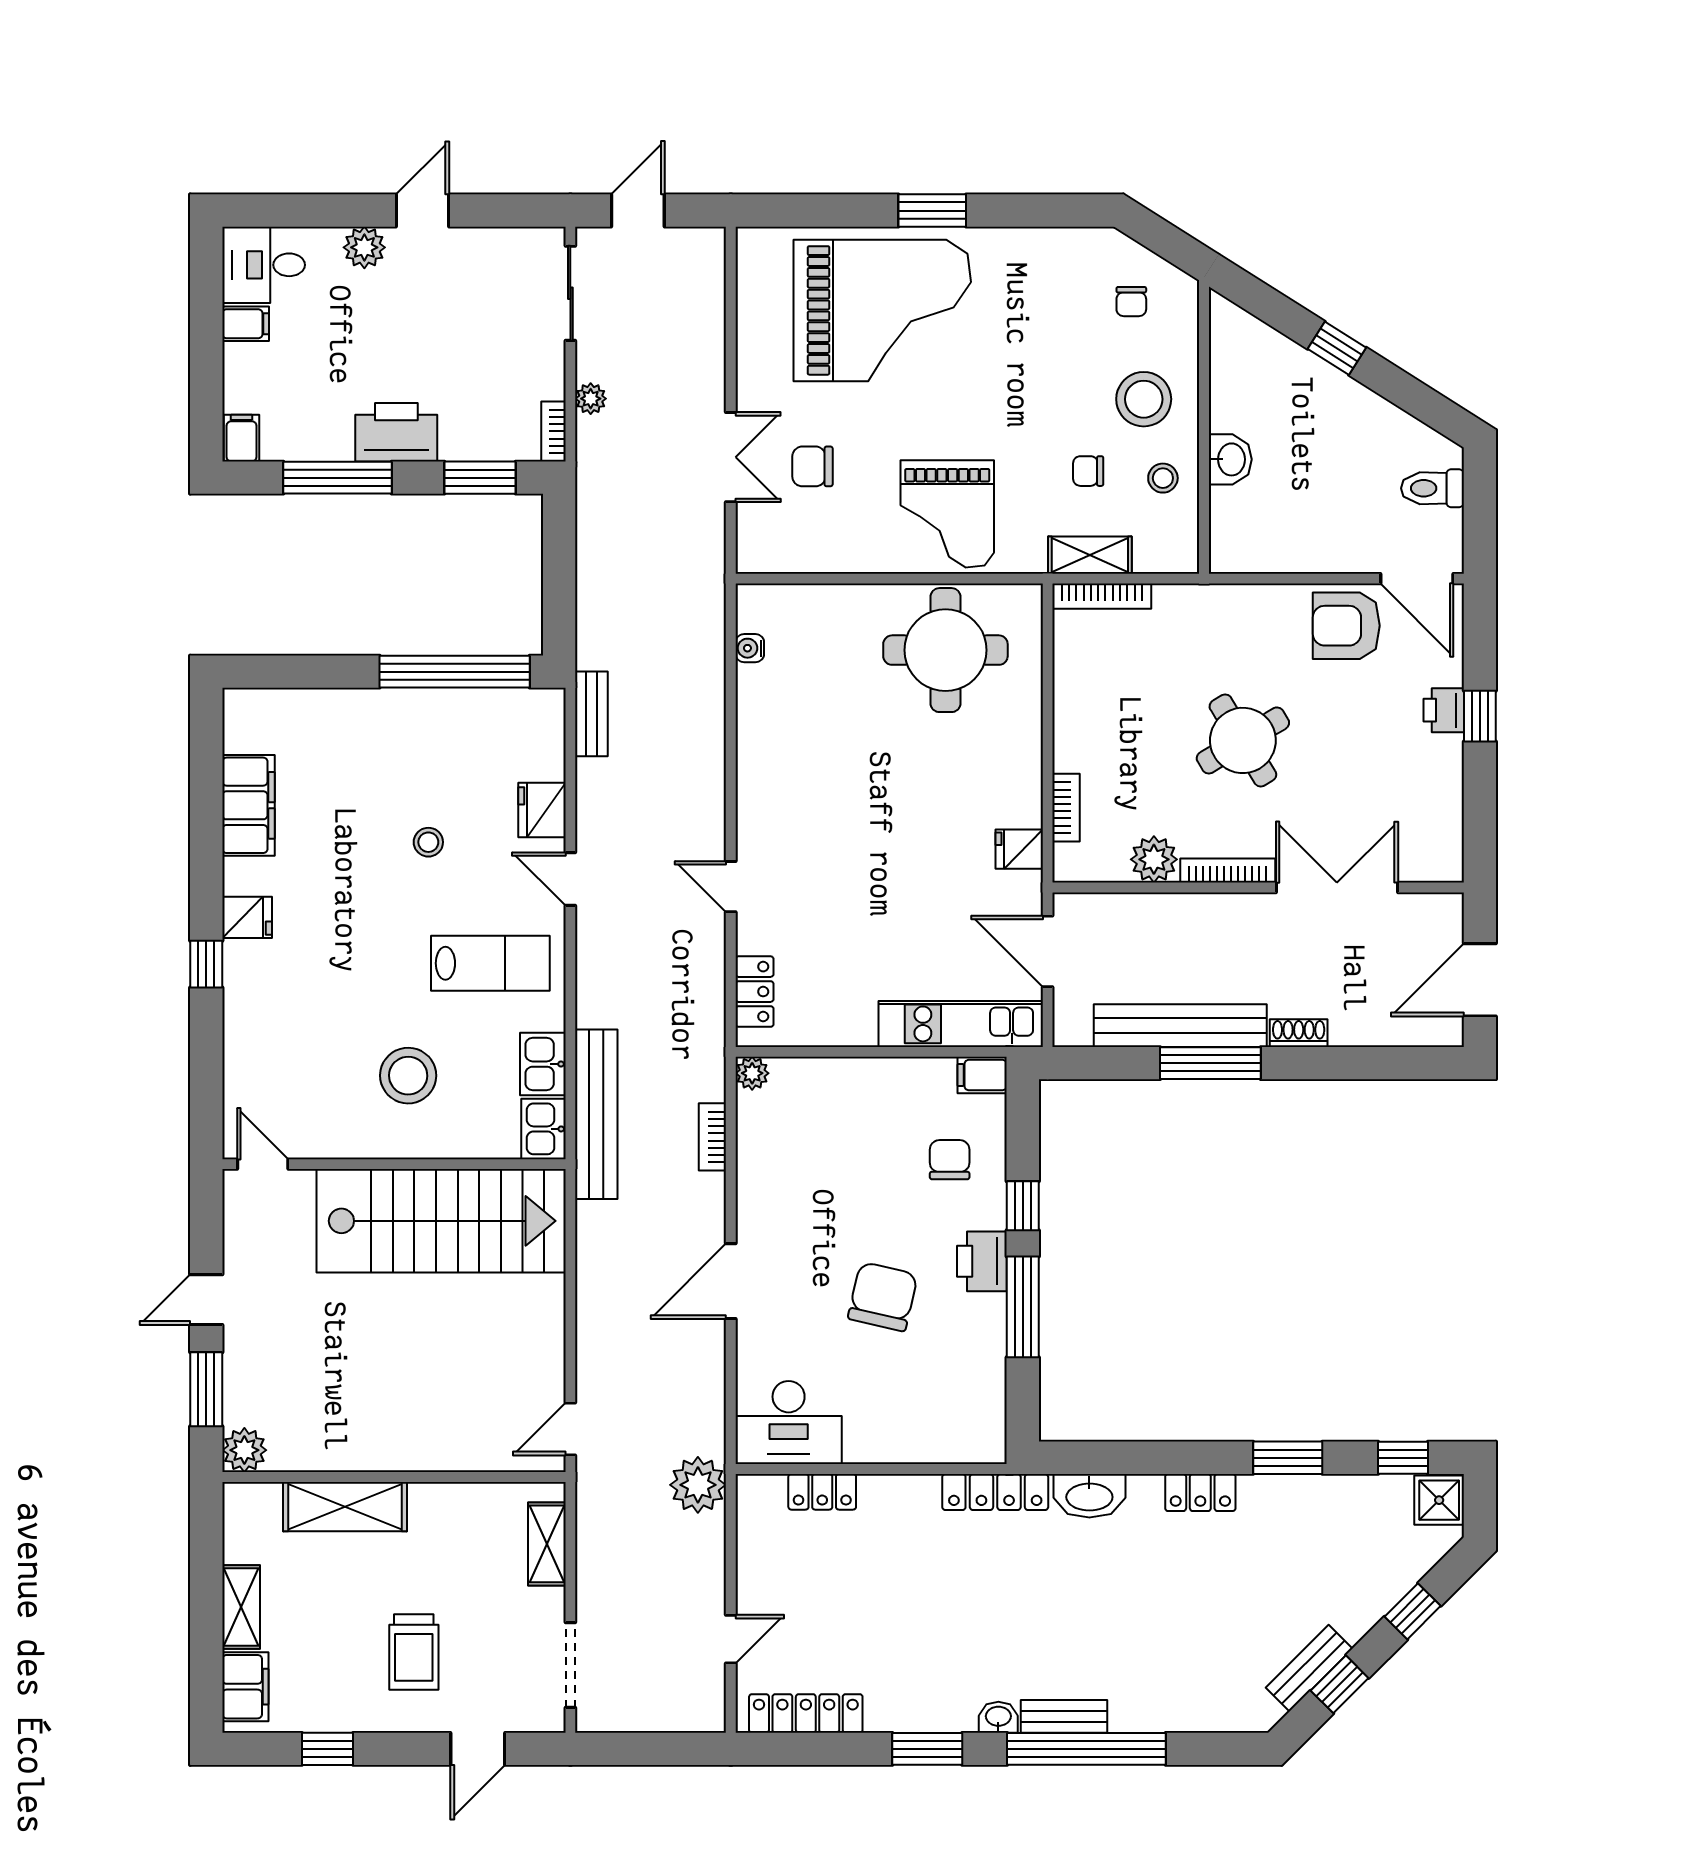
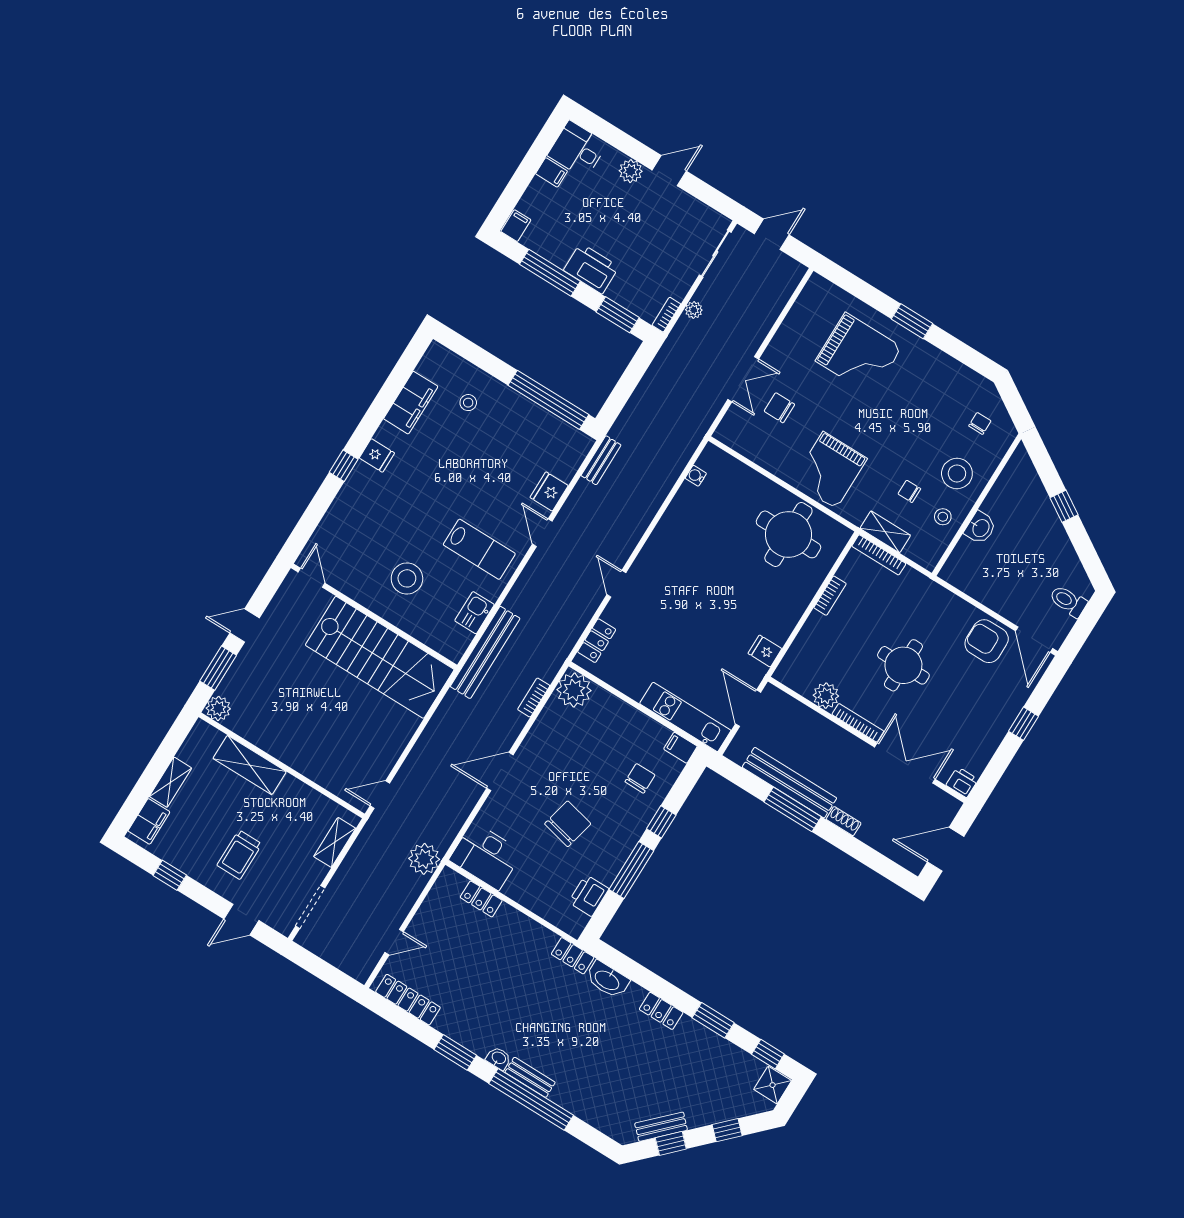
chair: (1131, 302) -> (980, 423), turned 180
grand piano: (882, 310) -> (859, 354), width x0.73, depth x0.68
printer: (1444, 710) -> (962, 782), moved, turned 90
round table: (1243, 740) -> (903, 665), turned 31
bookcase: (1066, 808) -> (830, 596), moved
stool: (428, 842) -> (468, 403), moved
plant: (752, 1073) -> (574, 690), width x1.88, depth x1.88
kitchen sink: (544, 1129) -> (456, 644), removed
printer: (982, 1261) -> (589, 895), moved
locker: (995, 1492) -> (573, 956), width x0.66

